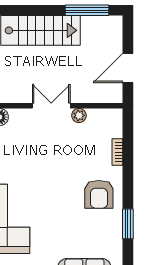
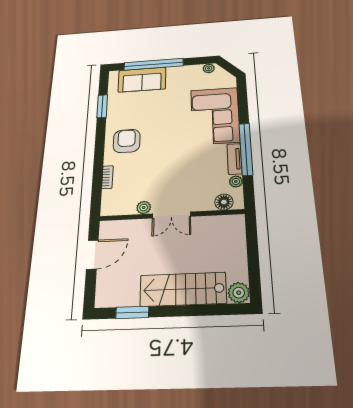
window: (87, 10) -> (132, 312), width x0.69
window: (128, 224) -> (102, 106), moved

